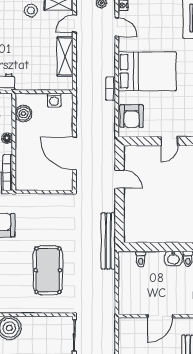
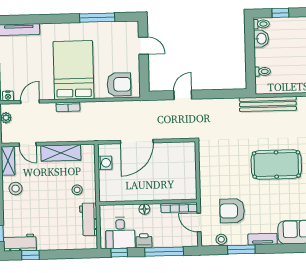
stool: (28, 72) -> (77, 190), added
bookcase: (111, 89) -> (68, 107), moved
boiler: (24, 114) -> (119, 193), removed
door: (74, 153) -> (137, 142), moved
bench: (108, 241) -> (268, 104), moved

